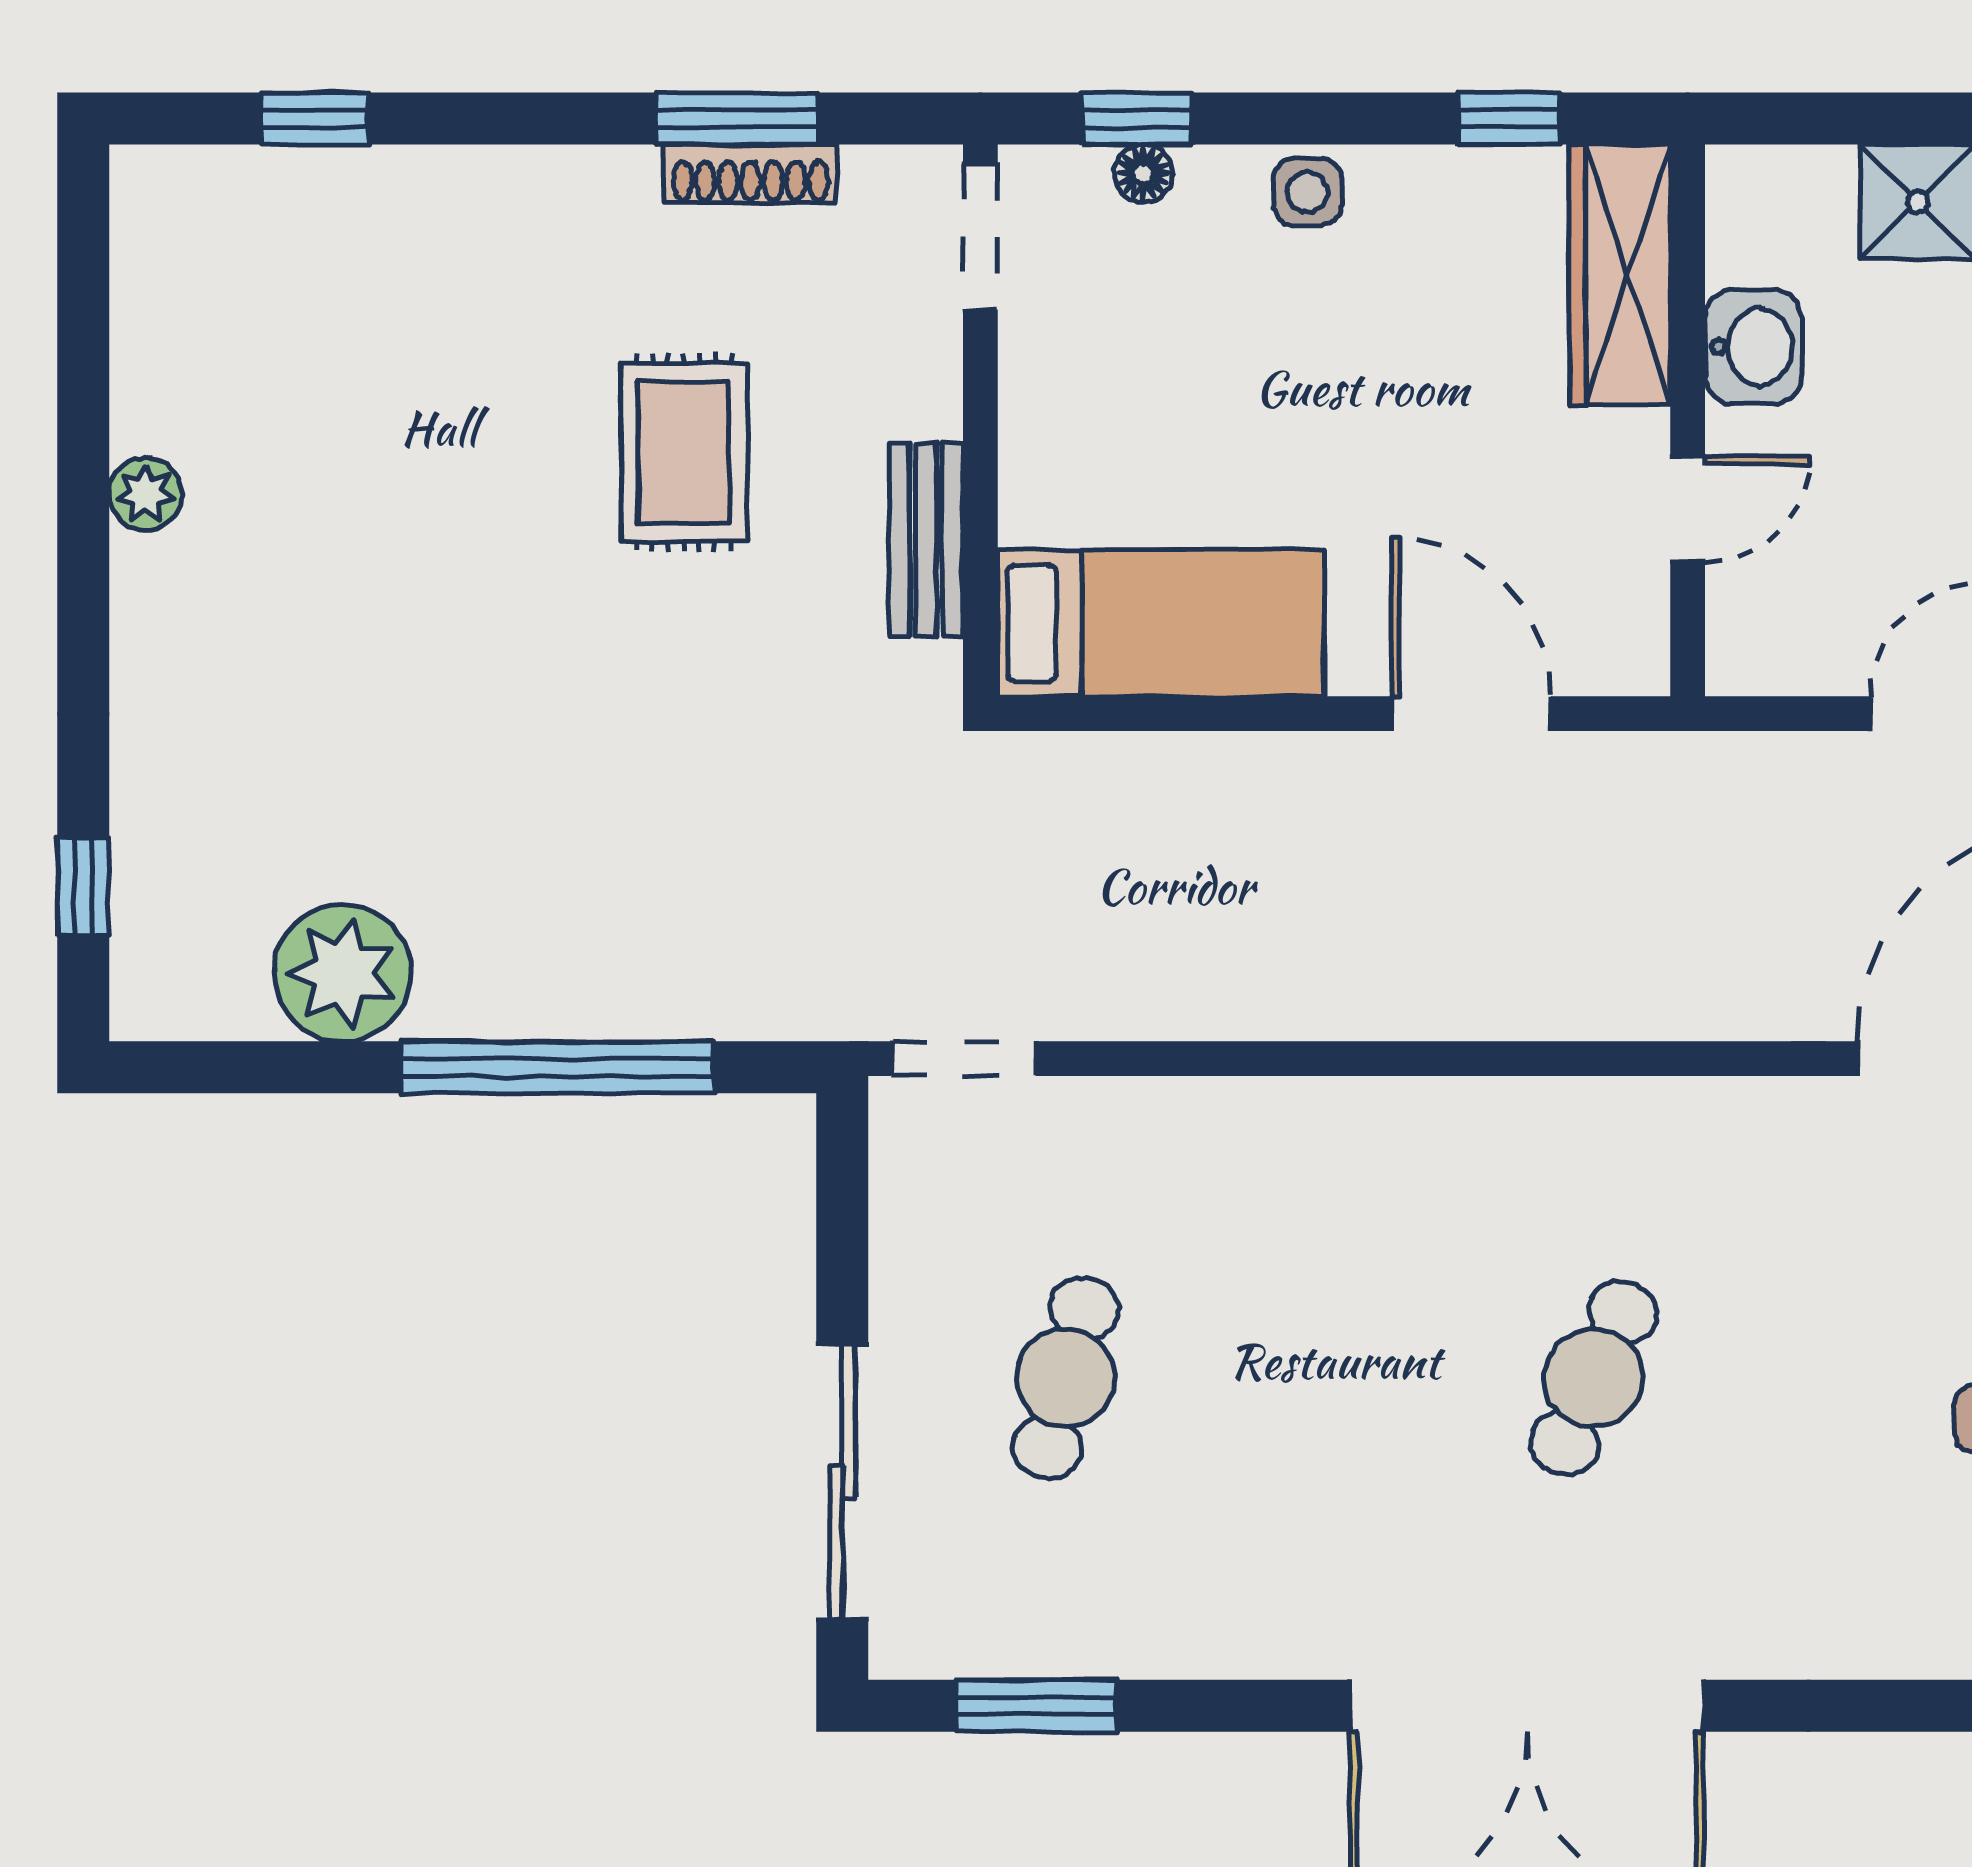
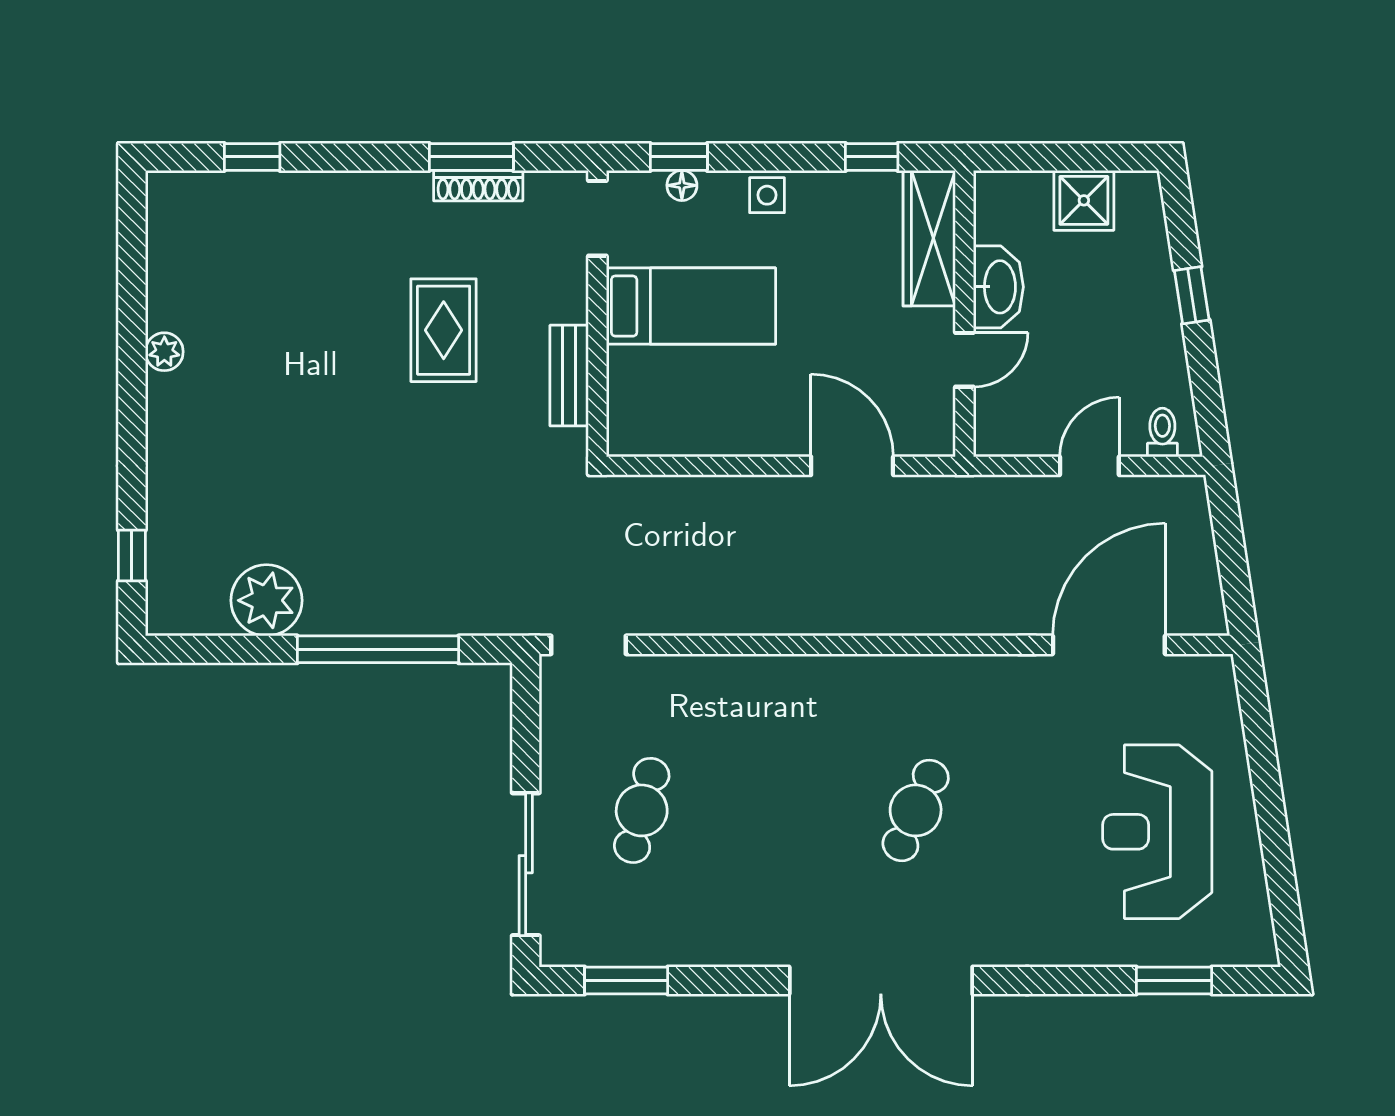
washbasin: (1753, 347) -> (998, 287), width x1.38
bed: (1161, 623) -> (691, 306), moved

